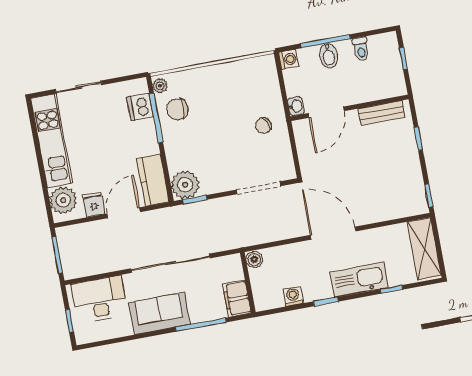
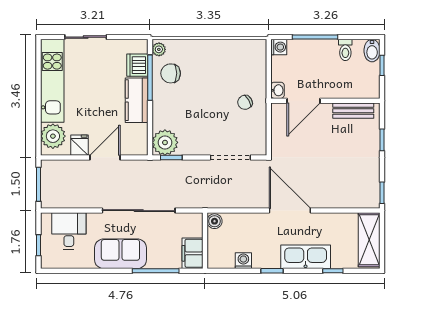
bidet: (329, 56) -> (372, 51), moved
kitchen counter: (153, 180) -> (137, 100), moved
desk: (99, 299) -> (69, 231), width x0.73

